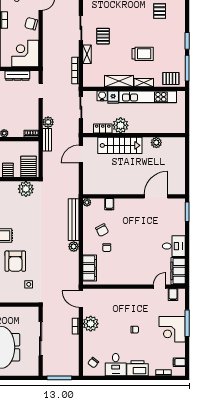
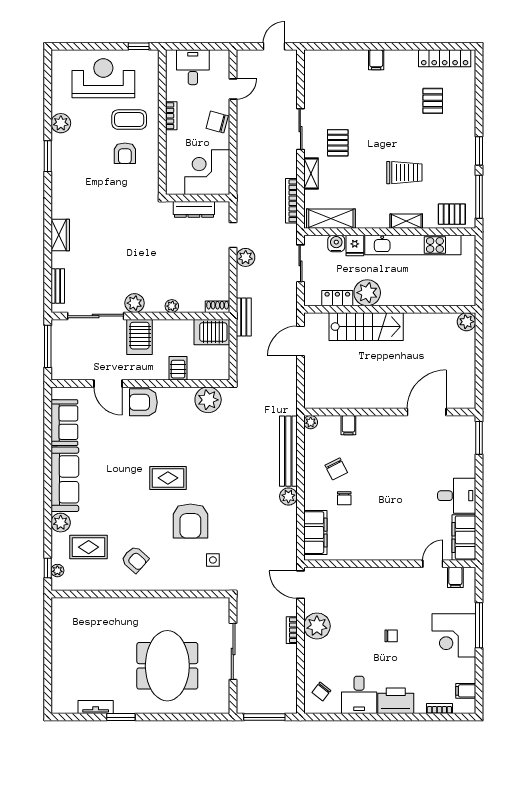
shelving: (119, 81) -> (331, 219), moved
plant: (48, 122) -> (246, 257), moved
plant: (156, 143) -> (467, 322), moved
server rack: (29, 167) -> (212, 332), moved, turned -90

